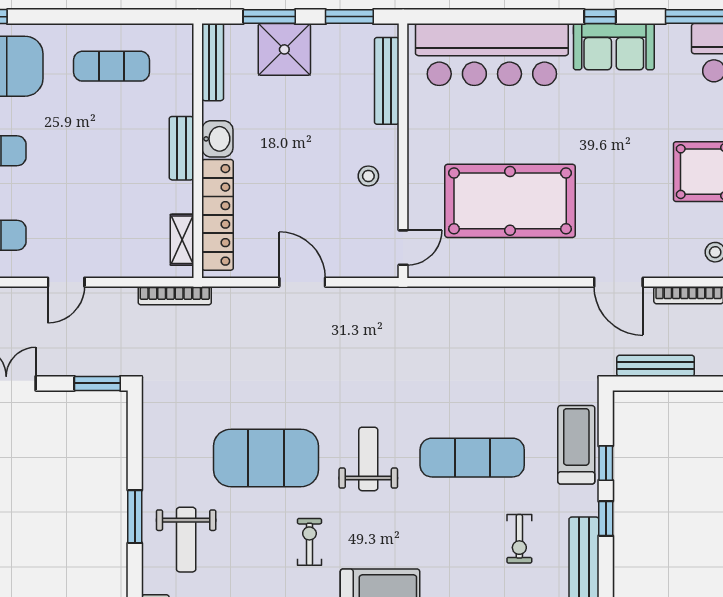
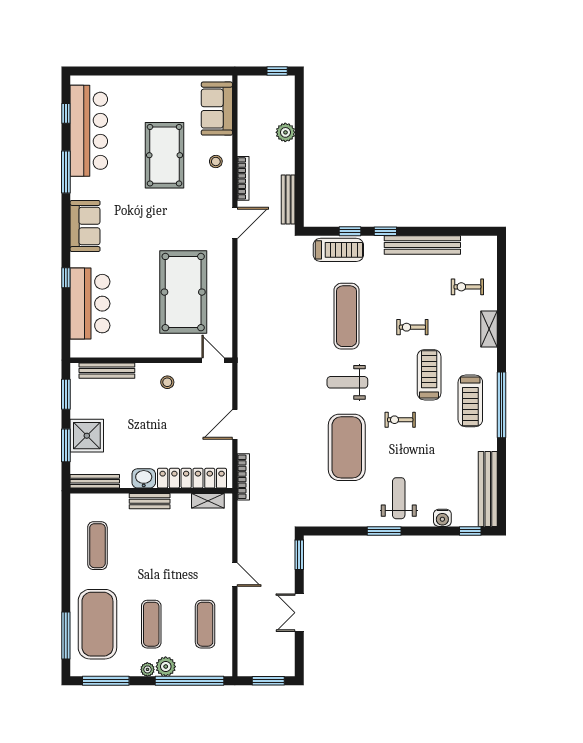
window: (600, 17) -> (66, 278), moved
bar counter: (492, 55) -> (90, 304), width x0.73
bookcase: (175, 296) -> (243, 477), moved
treadmill: (576, 445) -> (338, 250), turned 180
exercise bike: (519, 539) -> (412, 327), moved, turned 180
weight bench: (186, 540) -> (399, 498), turned -90

